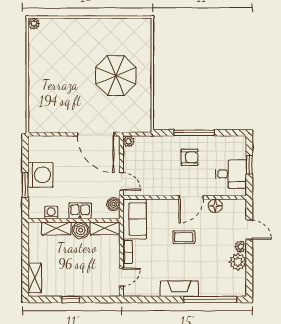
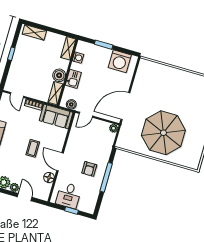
parasol: (116, 76) -> (163, 133), width x1.36, depth x1.36
washing machine: (40, 175) -> (120, 61), moved
shelving: (56, 228) -> (68, 48), moved
door: (249, 230) -> (25, 197), swing flipped

